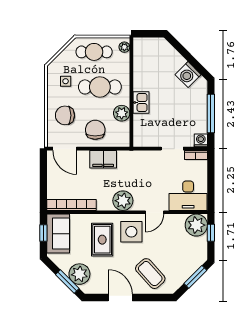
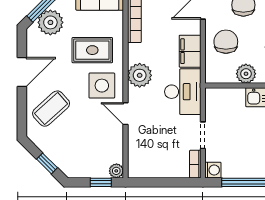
chair: (95, 130) -> (226, 42), turned -90
desk: (188, 196) -> (183, 92), moved, turned 180
plant: (196, 225) -> (116, 171), width x0.53, depth x0.53
window: (195, 277) -> (47, 163), width x0.67

